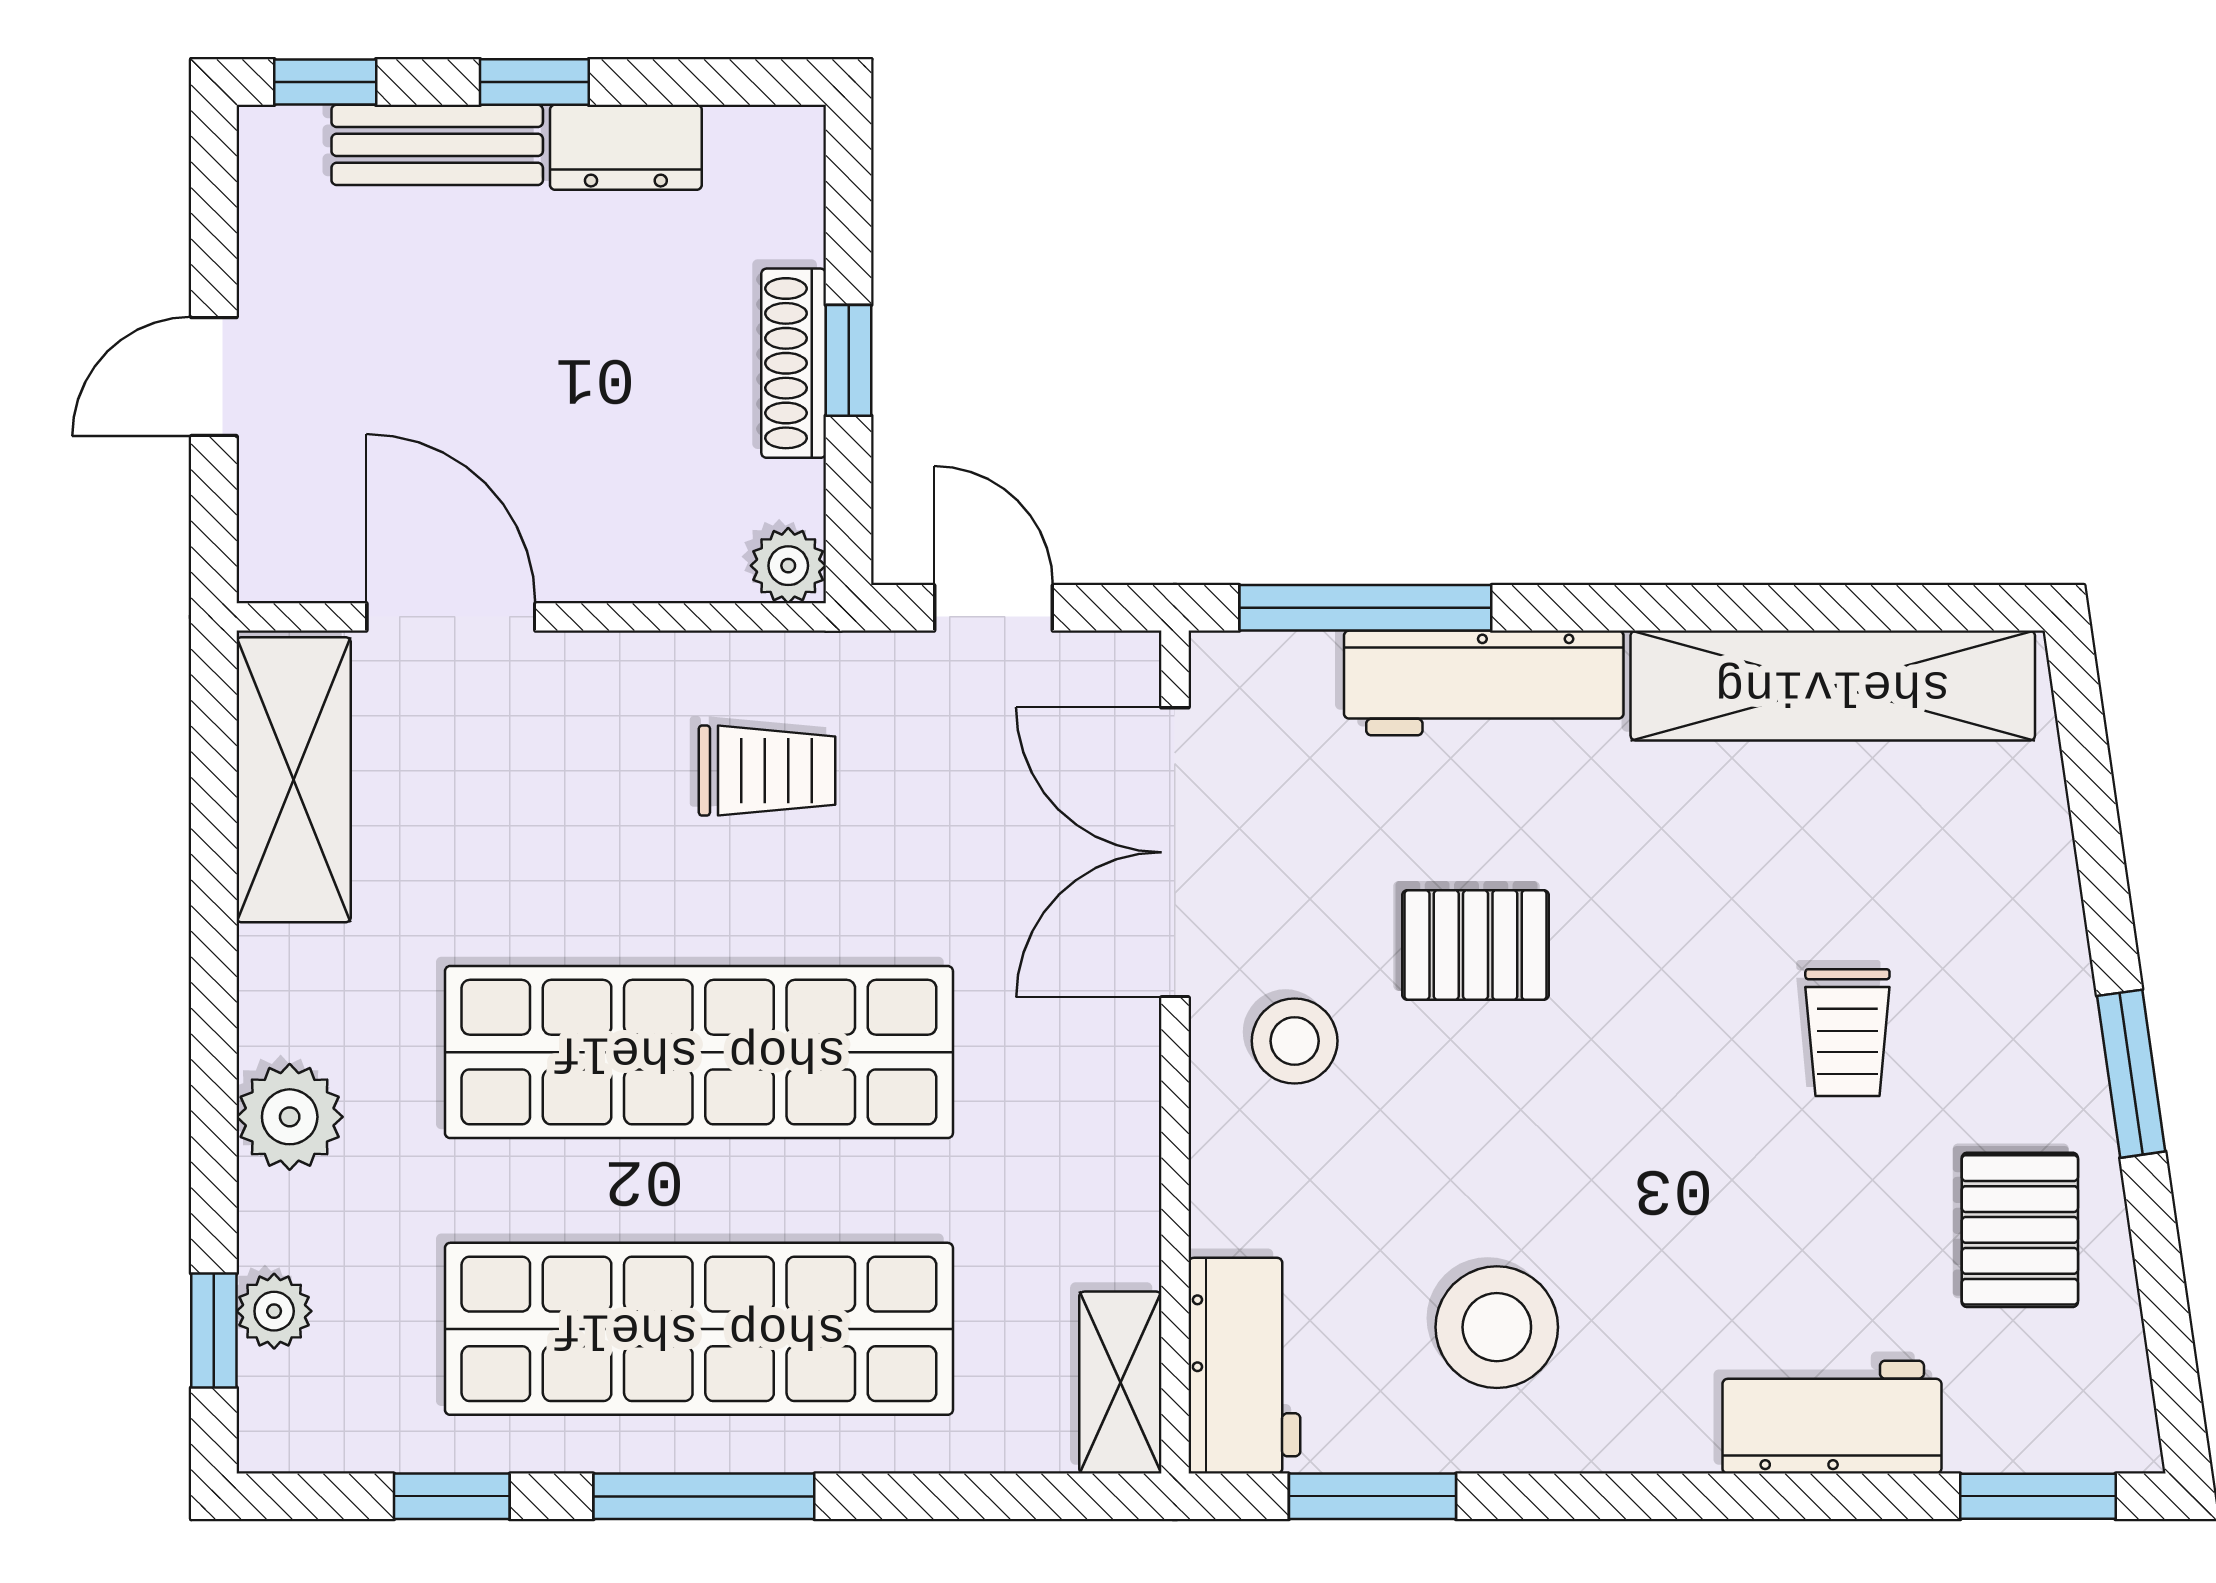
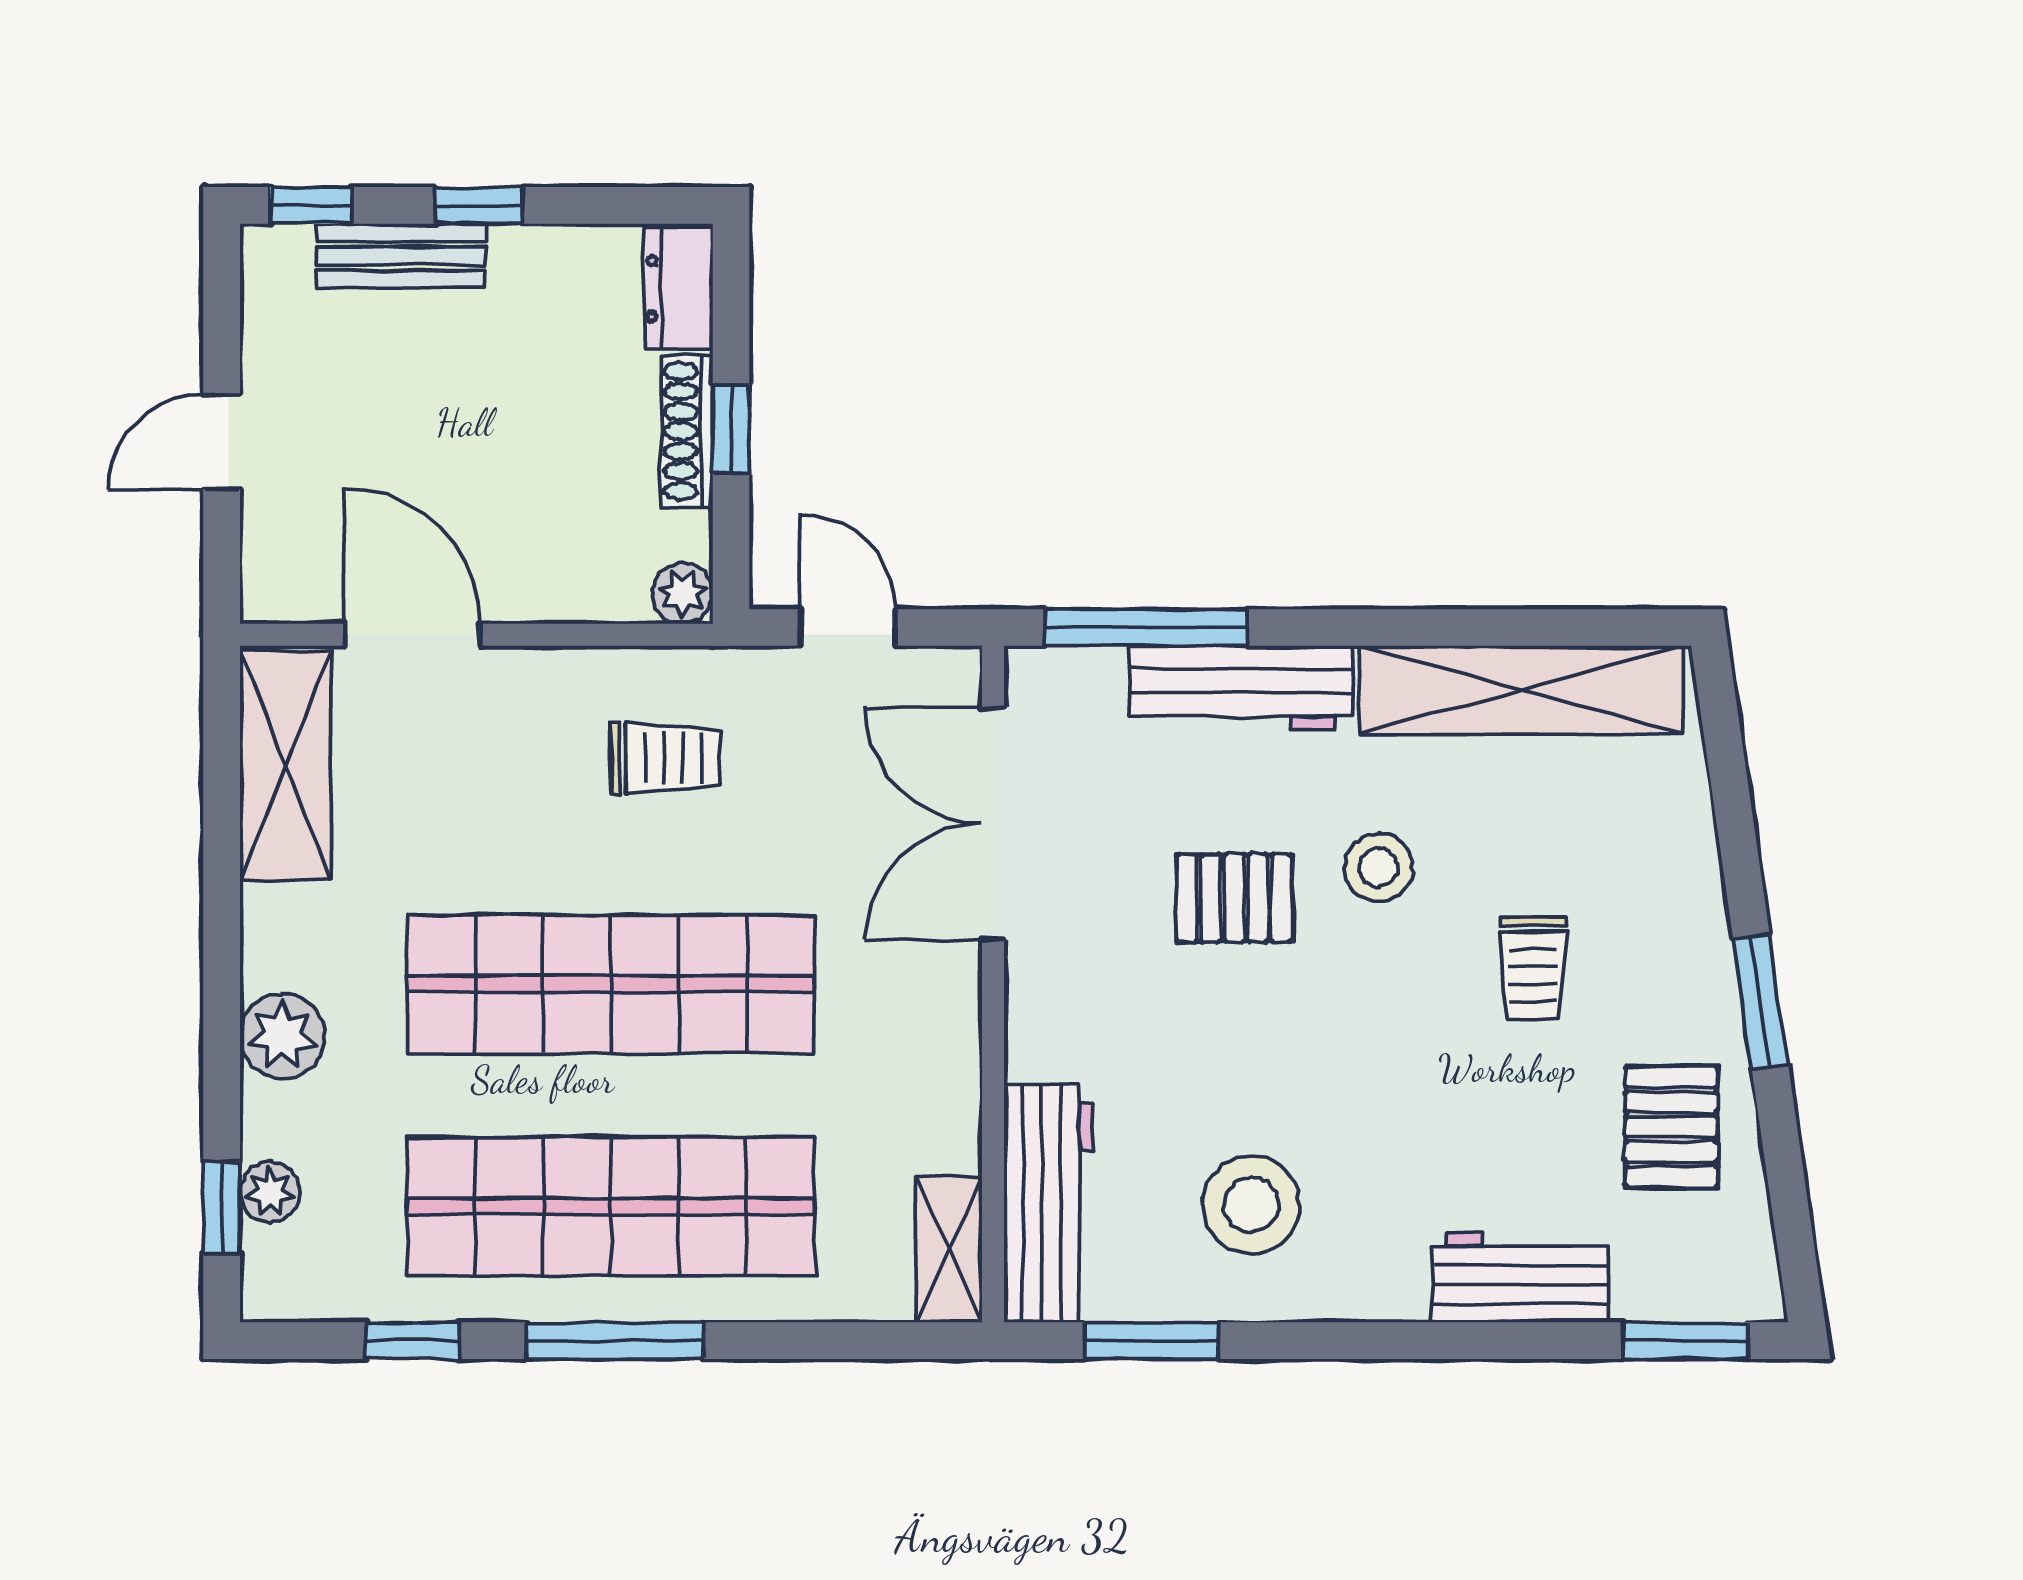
dresser: (626, 147) -> (679, 288), moved, turned 90
stool: (1295, 1041) -> (1378, 867), moved
workbench: (1244, 1366) -> (1049, 1203), width x1.38

